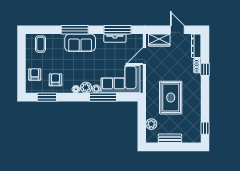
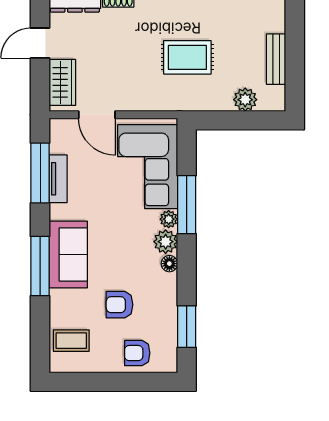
armchair: (55, 80) -> (120, 305), moved
rug: (171, 98) -> (187, 57), width x0.73, depth x0.70

